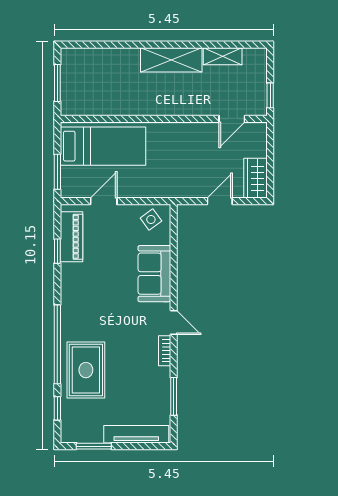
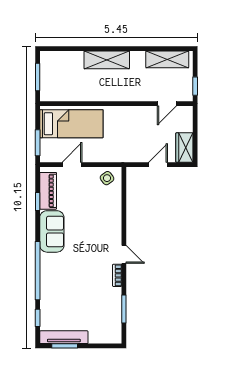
shelving: (223, 56) -> (167, 59), width x1.50, depth x1.33
shelving: (171, 60) -> (107, 60), moved
sofa: (154, 274) -> (52, 231), moved, turned 180
rug: (86, 370) -> (59, 290), removed
tv unit: (136, 434) -> (64, 337), moved

